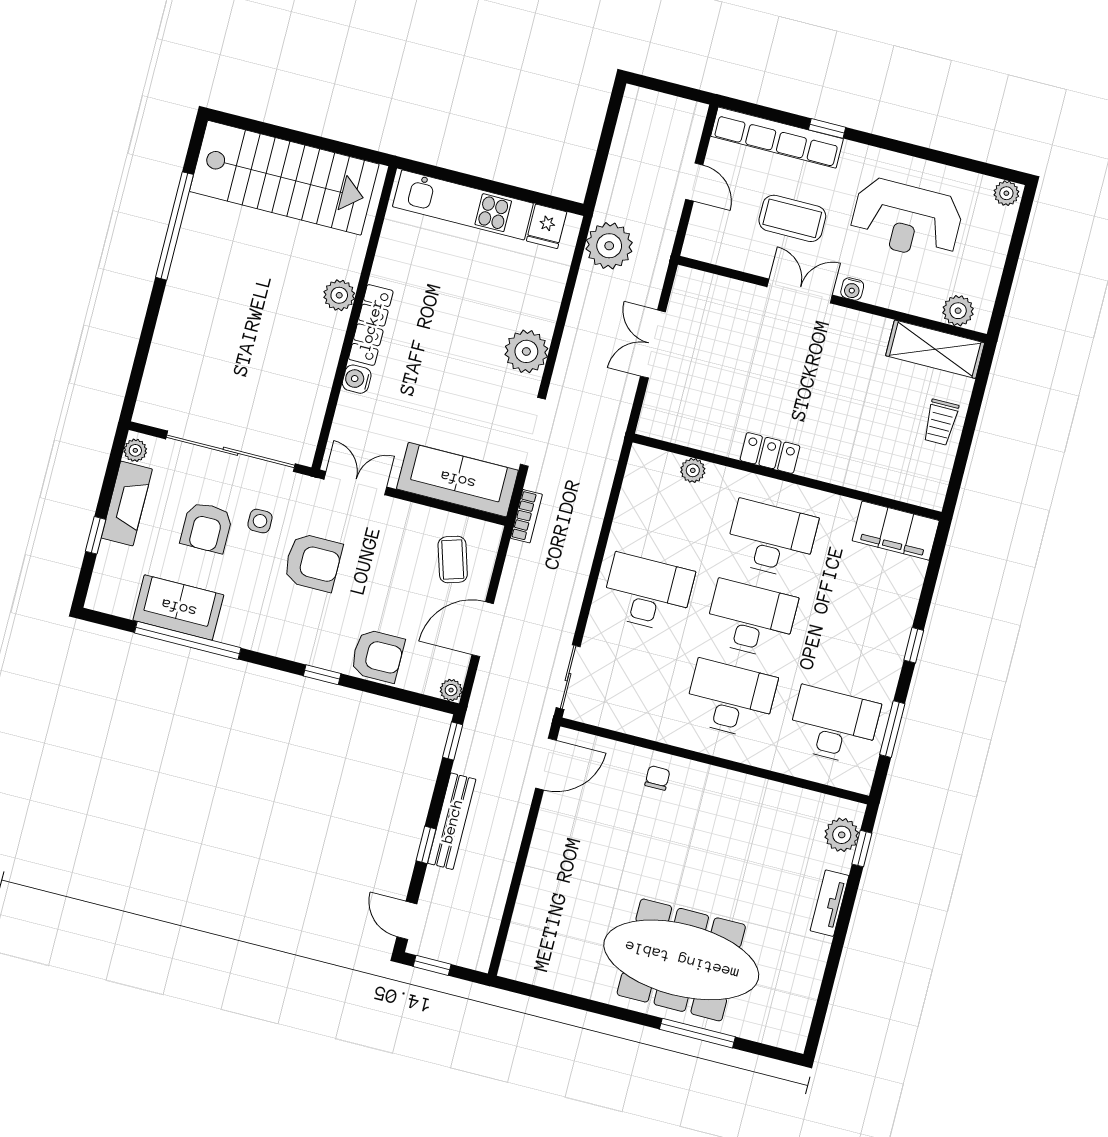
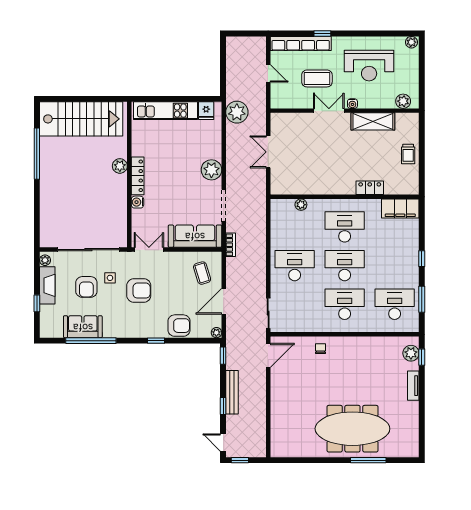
shelving: (935, 349) -> (373, 121), moved
locker: (770, 453) -> (370, 188), moved

